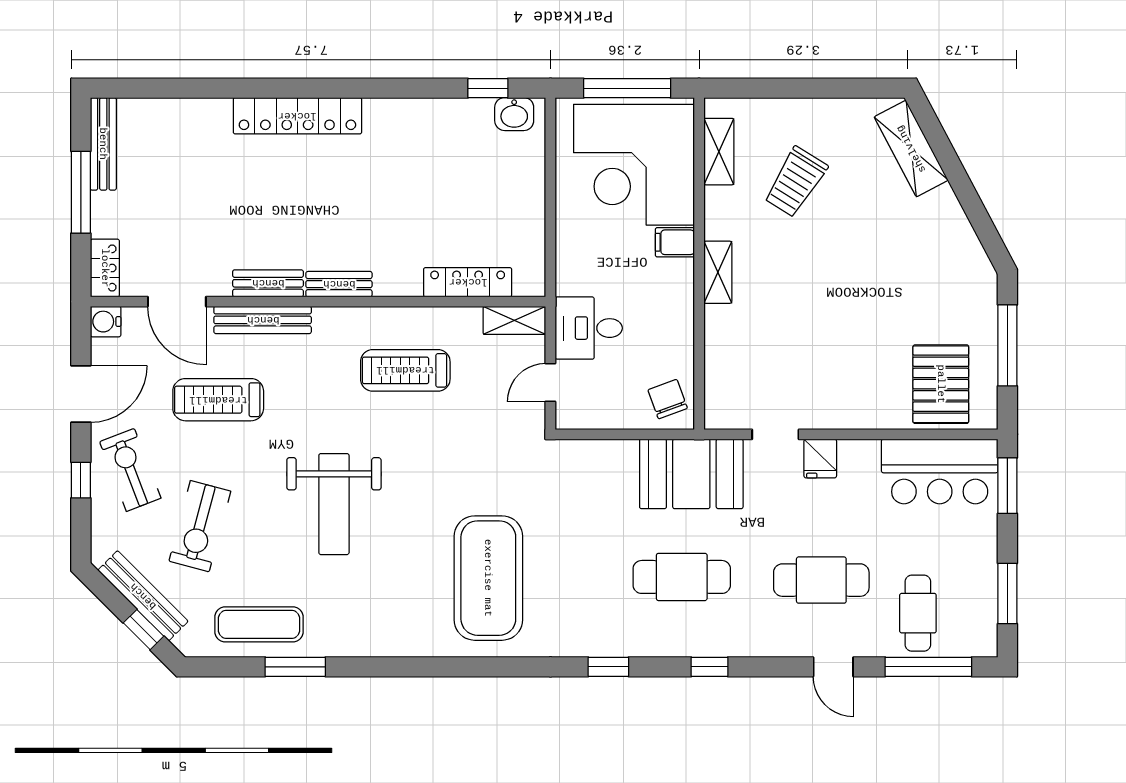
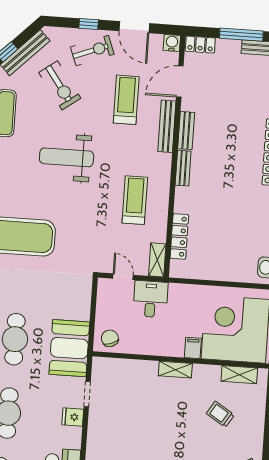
trolley: (796, 182) -> (220, 414), width x0.73, depth x0.72
chair: (668, 399) -> (110, 338), turned -90
exercise bike: (200, 526) -> (60, 85), turned -141

